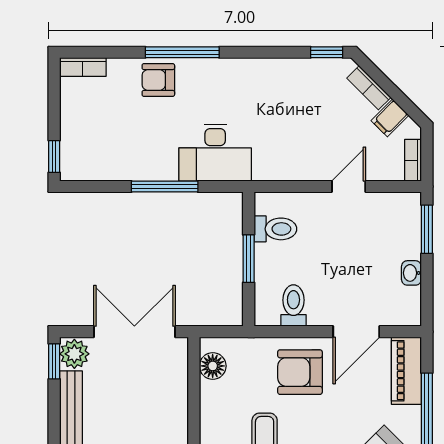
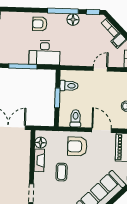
window: (182, 52) -> (63, 11), moved
floor lamp: (280, 72) -> (73, 20), added
armchair: (158, 80) -> (40, 24), moved
door: (356, 332) -> (102, 130), swing flipped
fireplace: (211, 408) -> (39, 160), added

